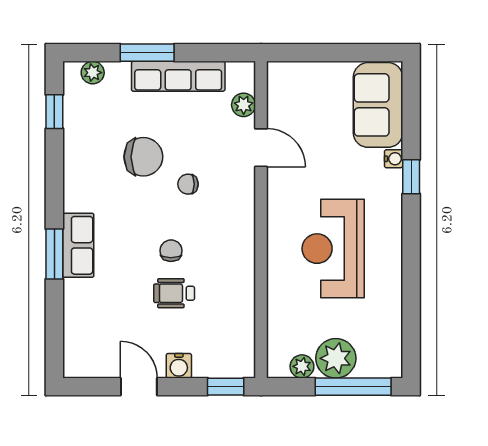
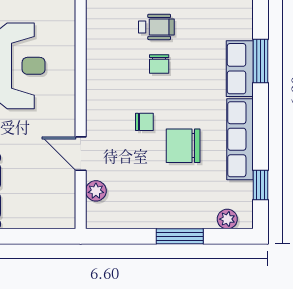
row of seats: (178, 76) -> (240, 139), moved, turned -90

